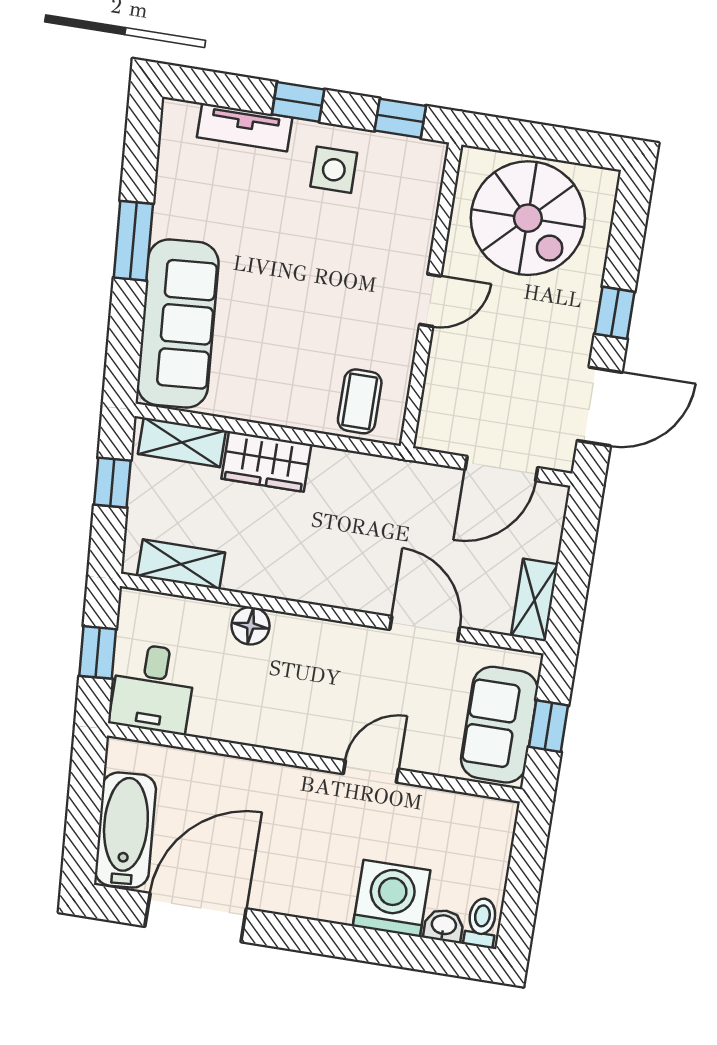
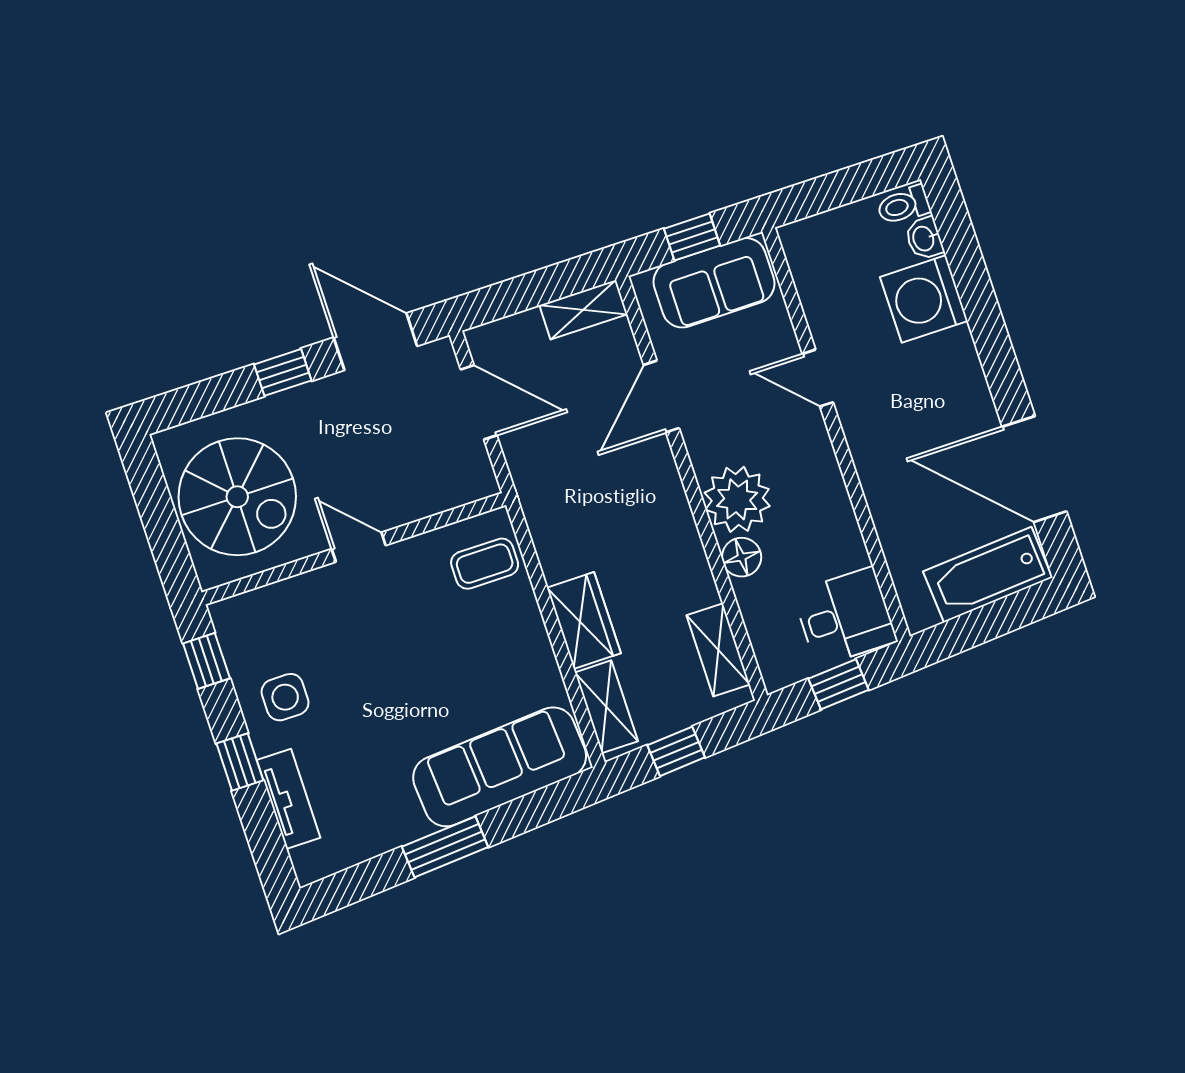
spiral stairs: (528, 218) -> (237, 497), turned 90
plant: (302, 648) -> (737, 499), added

